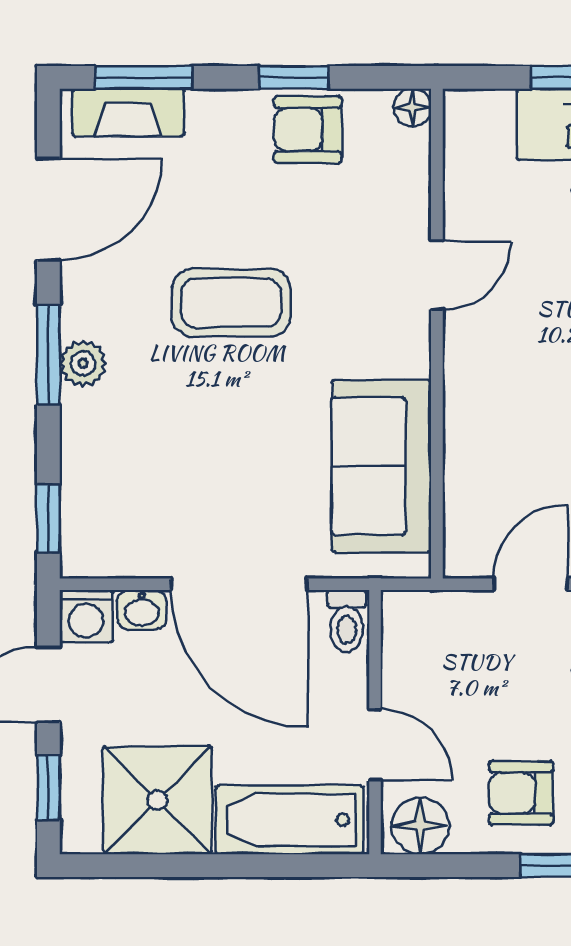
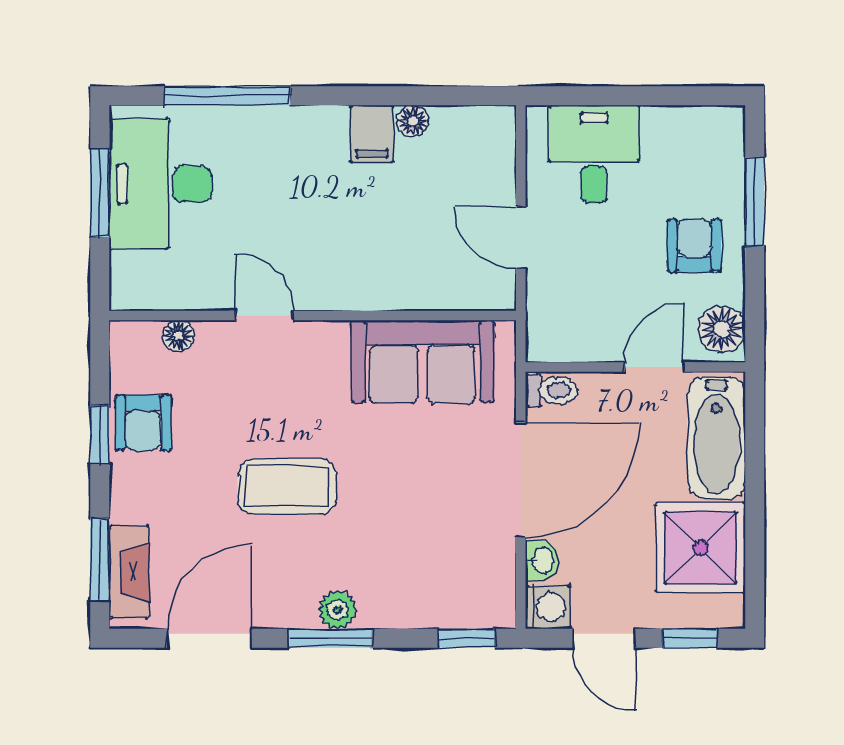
floor lamp: (412, 108) -> (178, 336), moved
door: (48, 209) -> (209, 638), hinge flipped
coffee table: (231, 303) -> (287, 486), turned 90
armchair: (521, 793) -> (694, 246), turned 180

